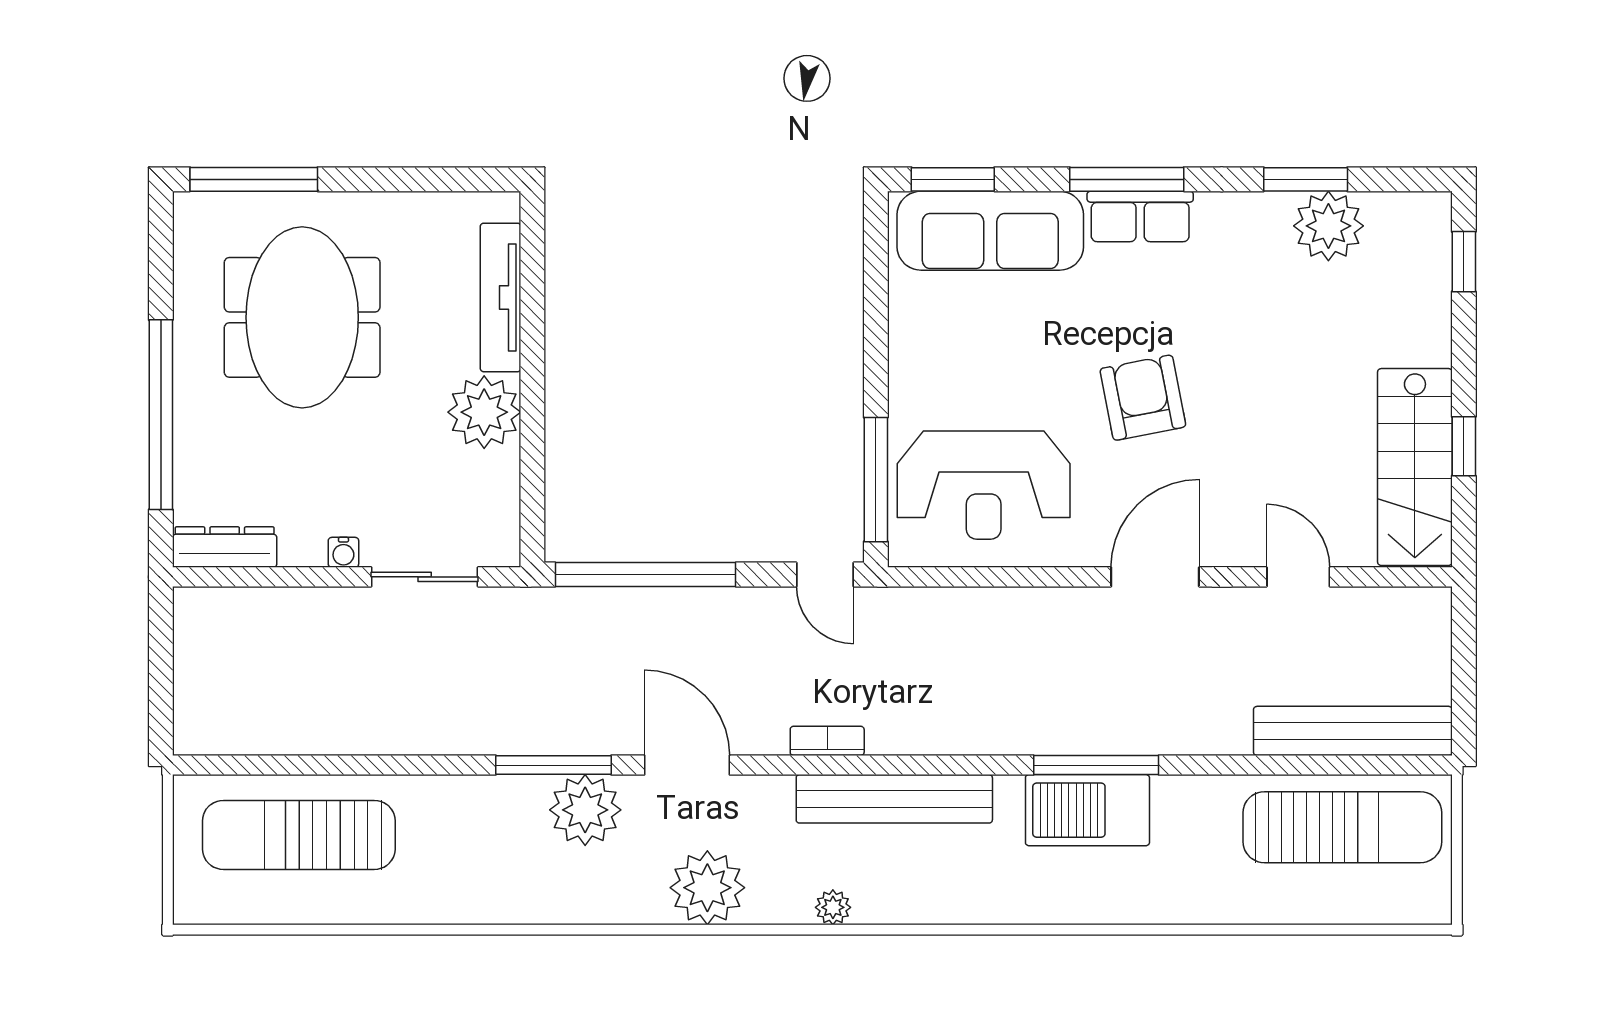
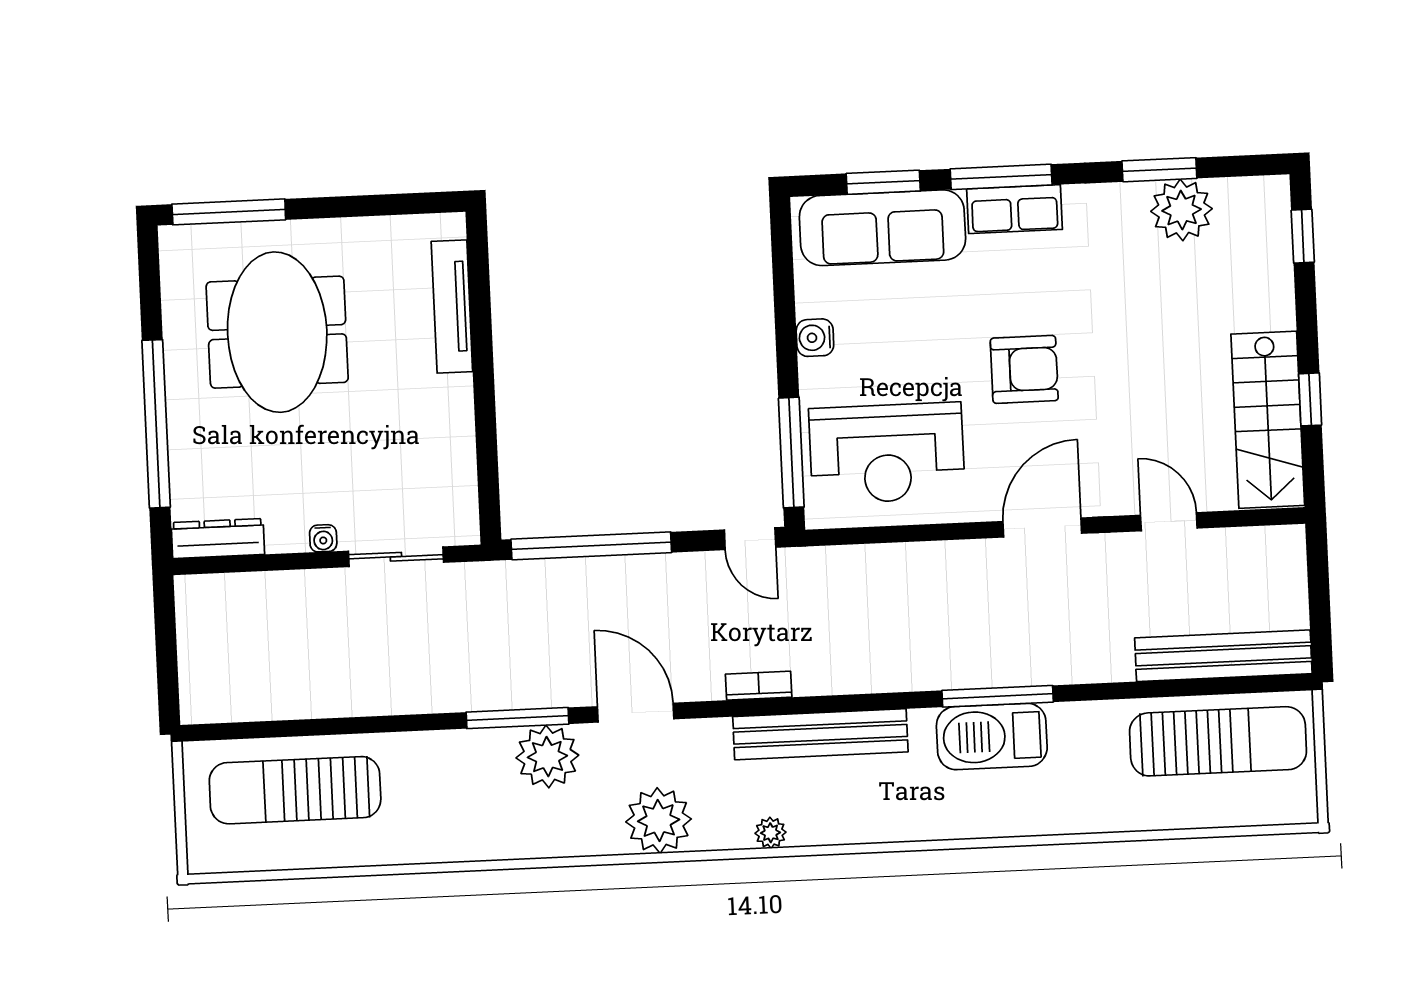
window: (953, 179) -> (883, 182), moved
water cooler: (908, 351) -> (815, 338), added
armchair: (1143, 398) -> (1024, 369), turned 101
plant: (484, 412) -> (442, 409), removed

